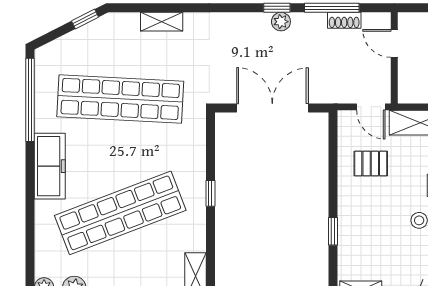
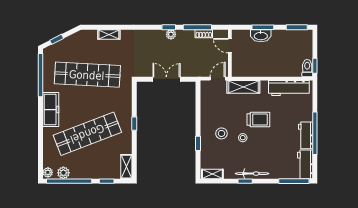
window: (85, 19) -> (57, 39), moved
door: (371, 107) -> (218, 79), swing flipped
double door: (272, 108) -> (166, 79), width x0.73
pallet: (371, 164) -> (218, 108), removed
stool: (378, 212) -> (221, 133), added

